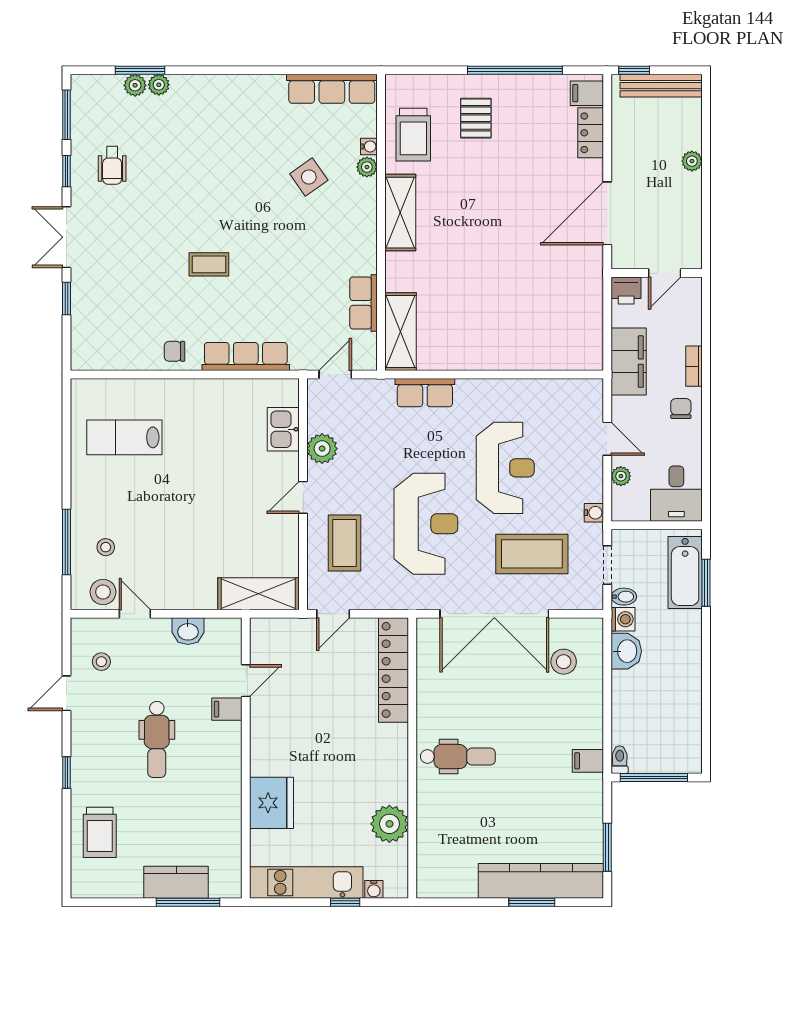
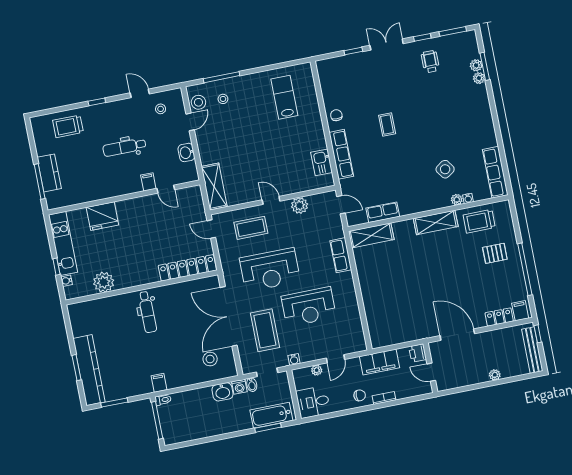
wheelchair: (112, 165) -> (430, 62), turned 90
kitchen sink: (283, 429) -> (322, 162), moved, turned -90

